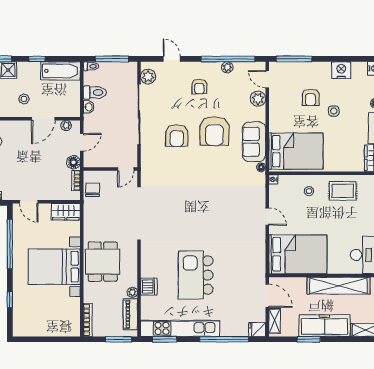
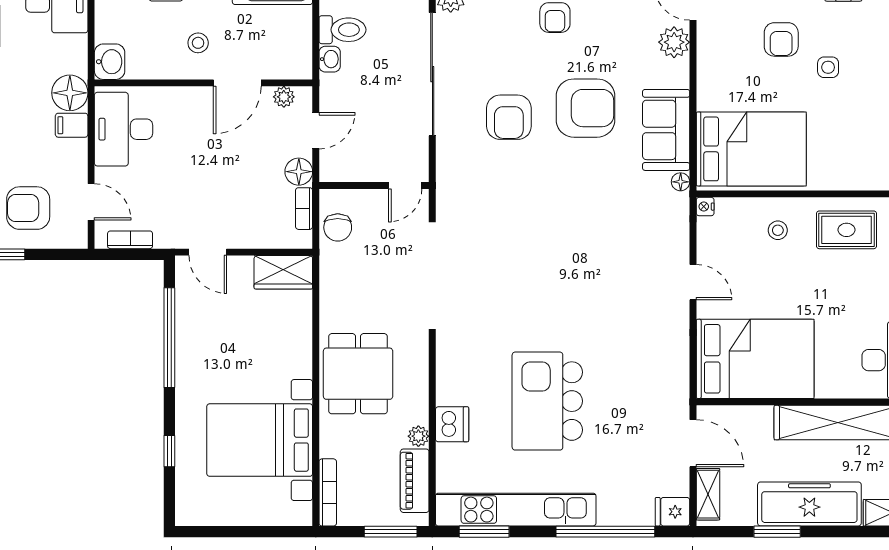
armchair: (214, 131) -> (586, 108), turned -90
chair: (93, 190) -> (338, 227), turned 180
bed with nightstands: (54, 267) -> (260, 440), moved

